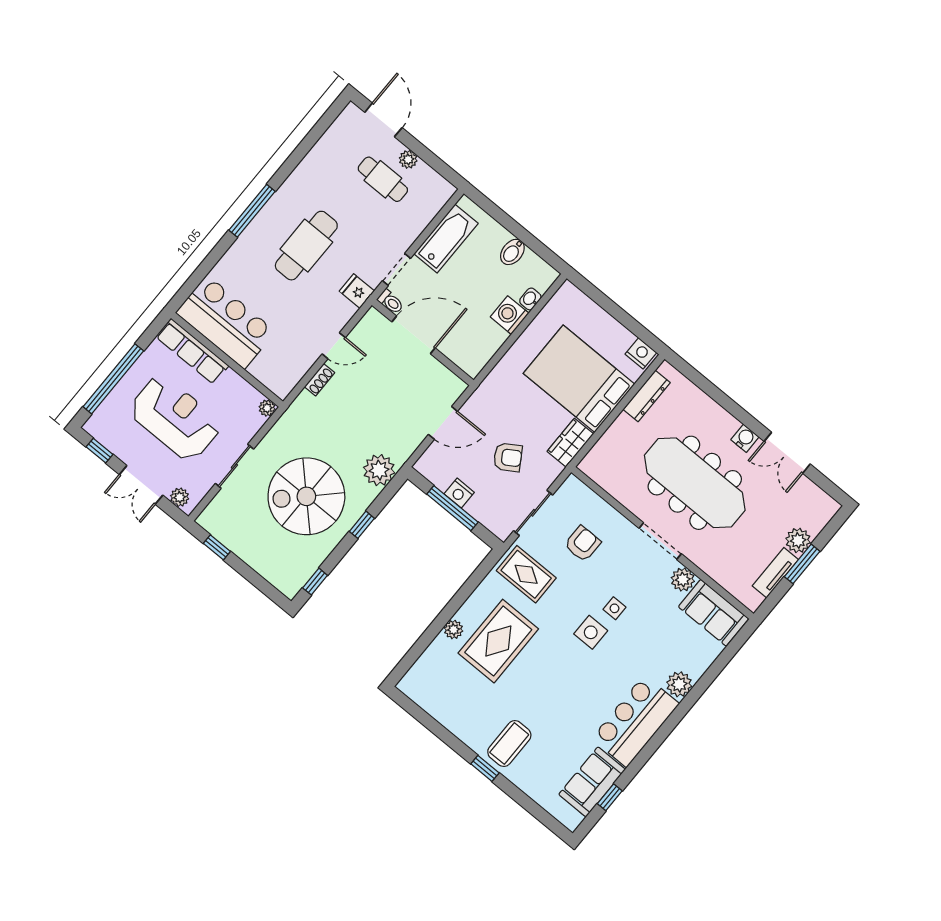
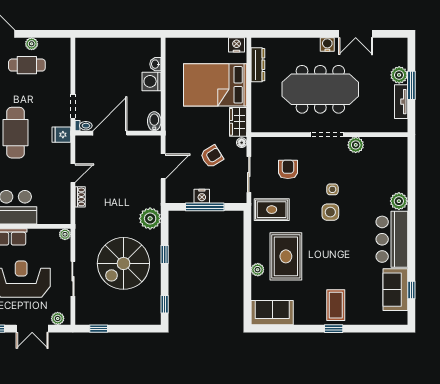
bathtub: (446, 239) -> (85, 69), removed
bidet: (512, 252) -> (154, 121), moved, turned 180
floor lamp: (555, 470) -> (242, 143), added
sofa: (714, 613) -> (272, 313), moved, turned 180

